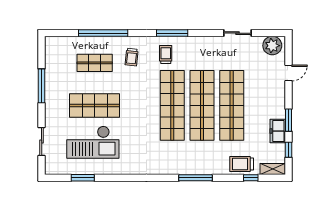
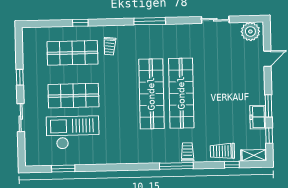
window: (103, 33) -> (80, 23), width x0.32
trolley: (166, 54) -> (188, 152), moved
shop shelf: (95, 63) -> (72, 53), width x1.43, depth x1.36
window: (42, 86) -> (20, 77), width x0.46
shop shelf: (232, 105) -> (211, 92), removed
sliding door: (42, 141) -> (21, 118), moved
checkout: (93, 142) -> (73, 133), turned 180

